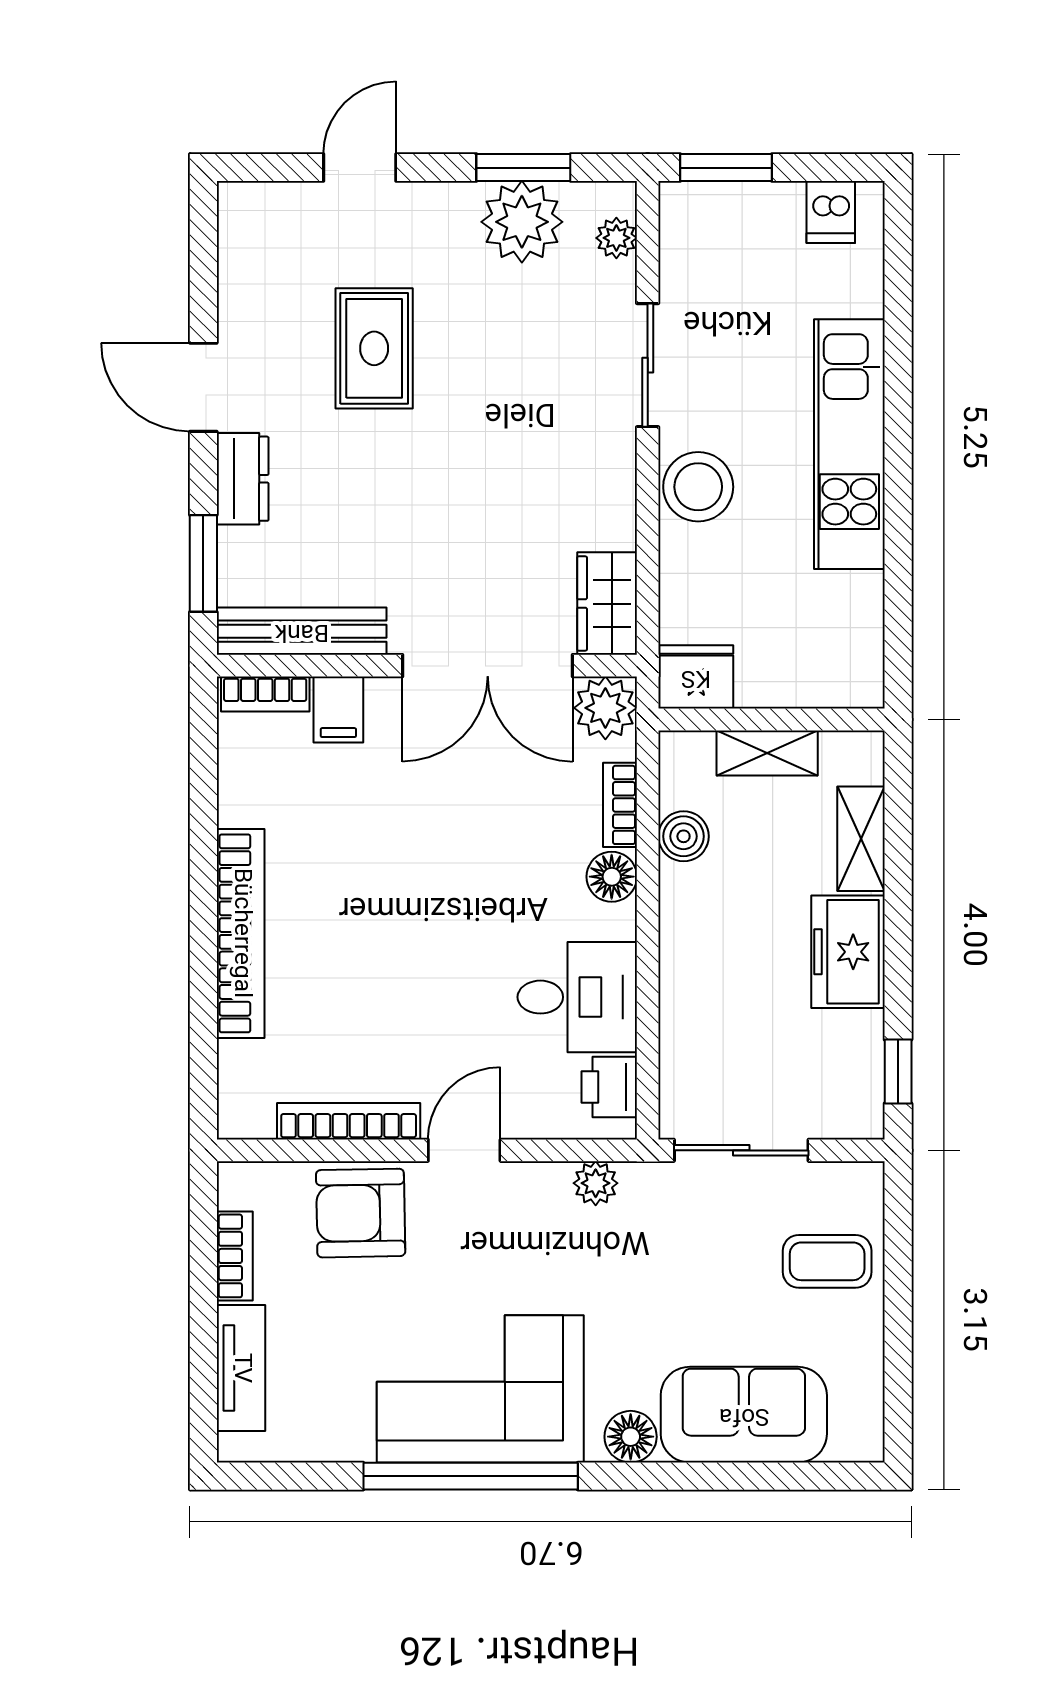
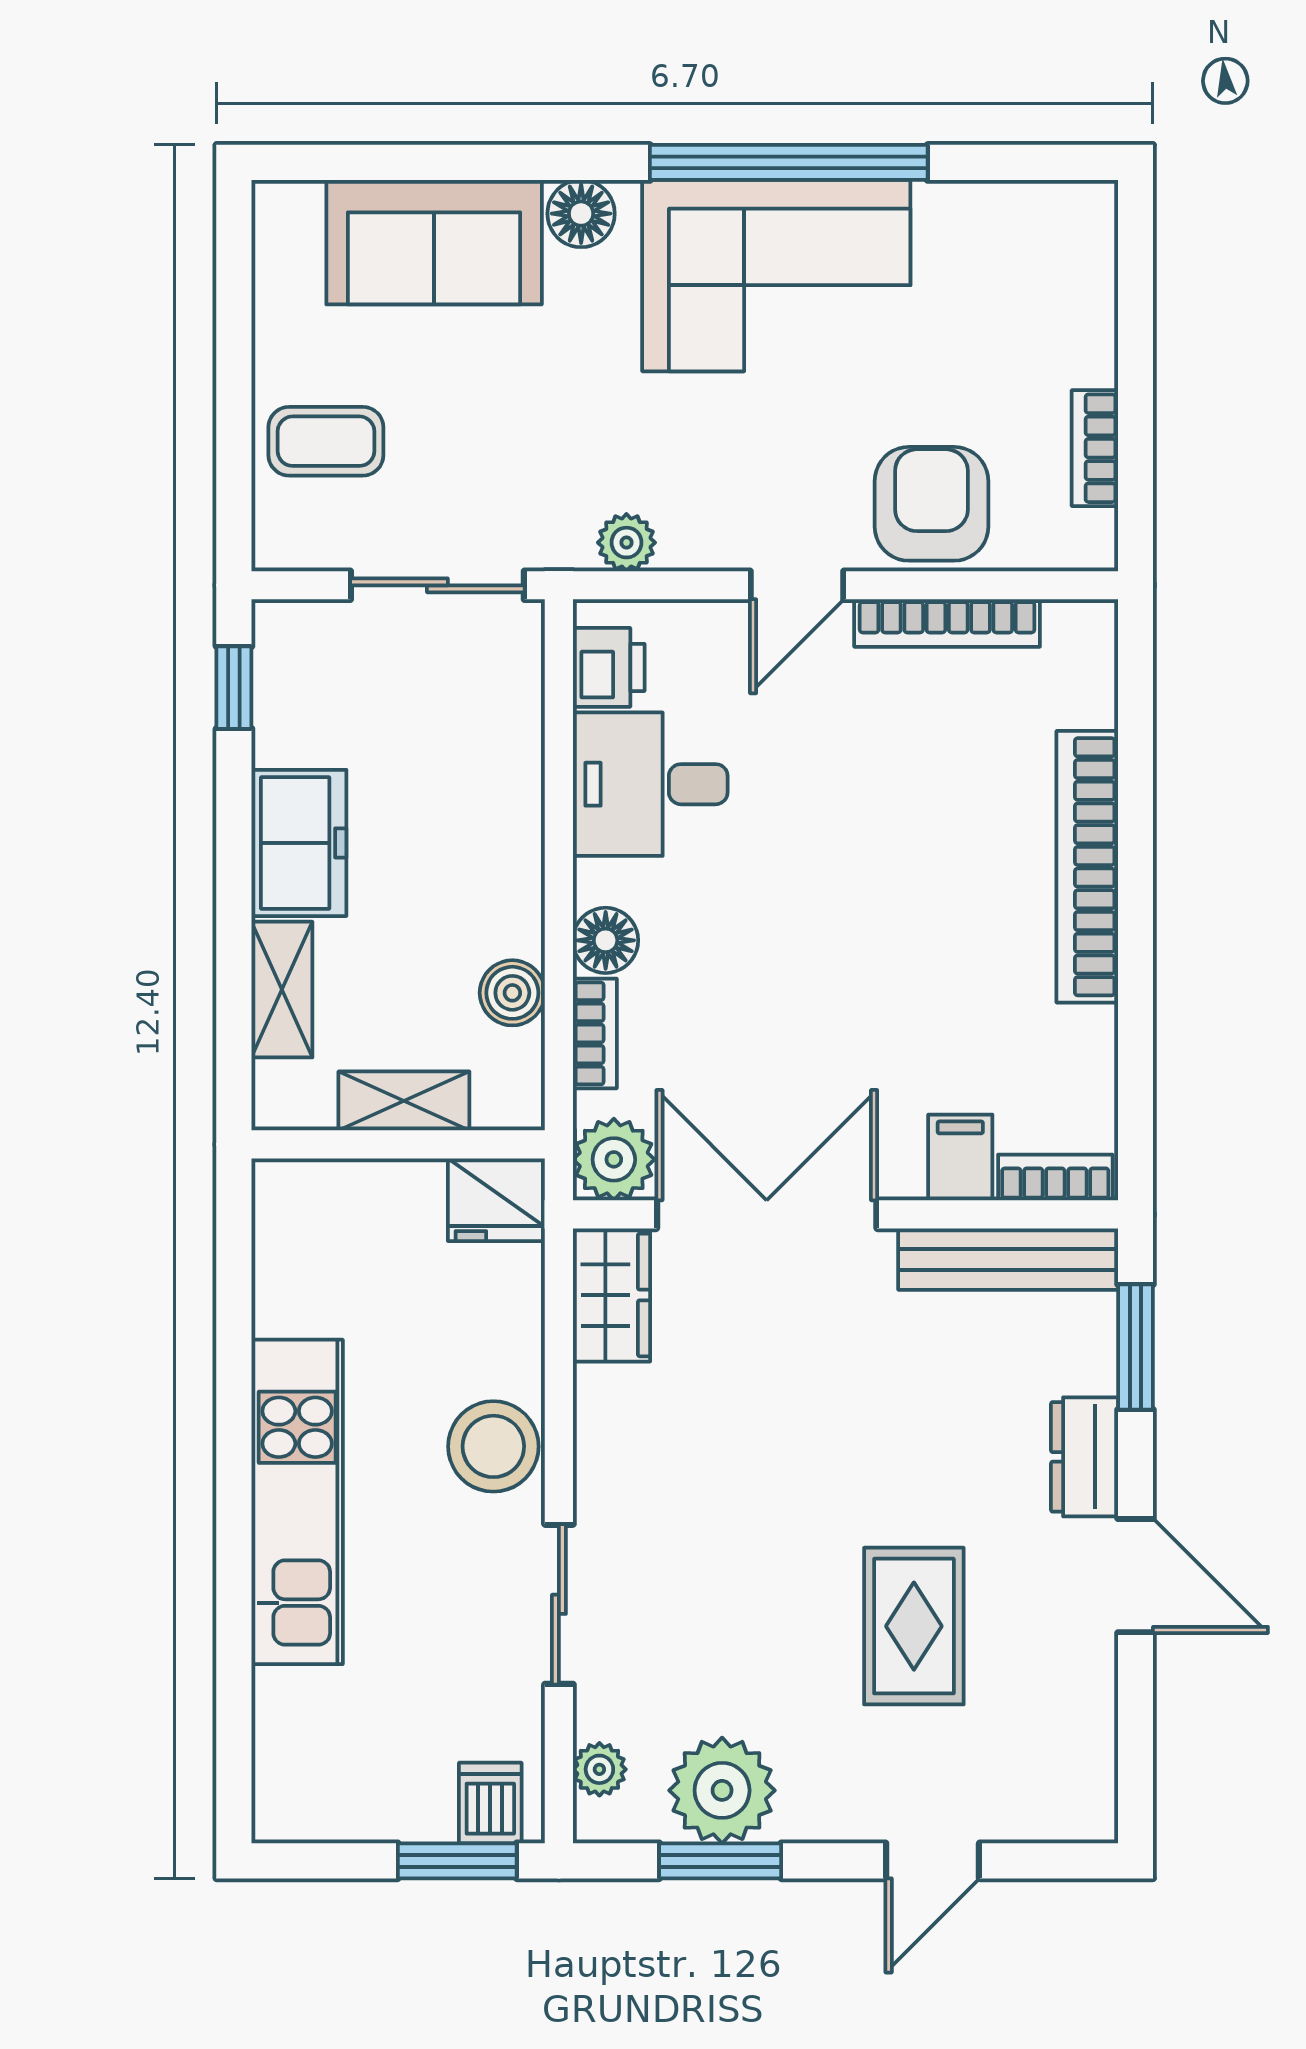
dishwasher: (831, 212) -> (490, 1803), moved
armchair: (361, 1213) -> (931, 504), turned -89
tv unit: (241, 1368) -> (1087, 303), removed

